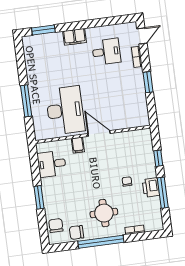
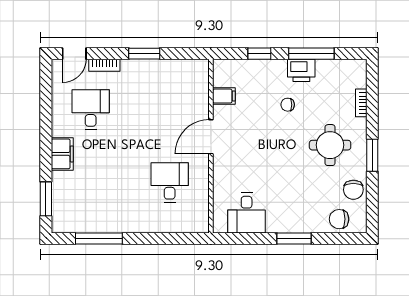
door: (142, 36) -> (74, 54), swing flipped
window: (26, 101) -> (99, 239), moved
desk: (65, 110) -> (170, 182), width x0.53, depth x0.77
filing cabinet: (78, 145) -> (224, 96), moved
window: (101, 242) -> (372, 155), width x0.47

